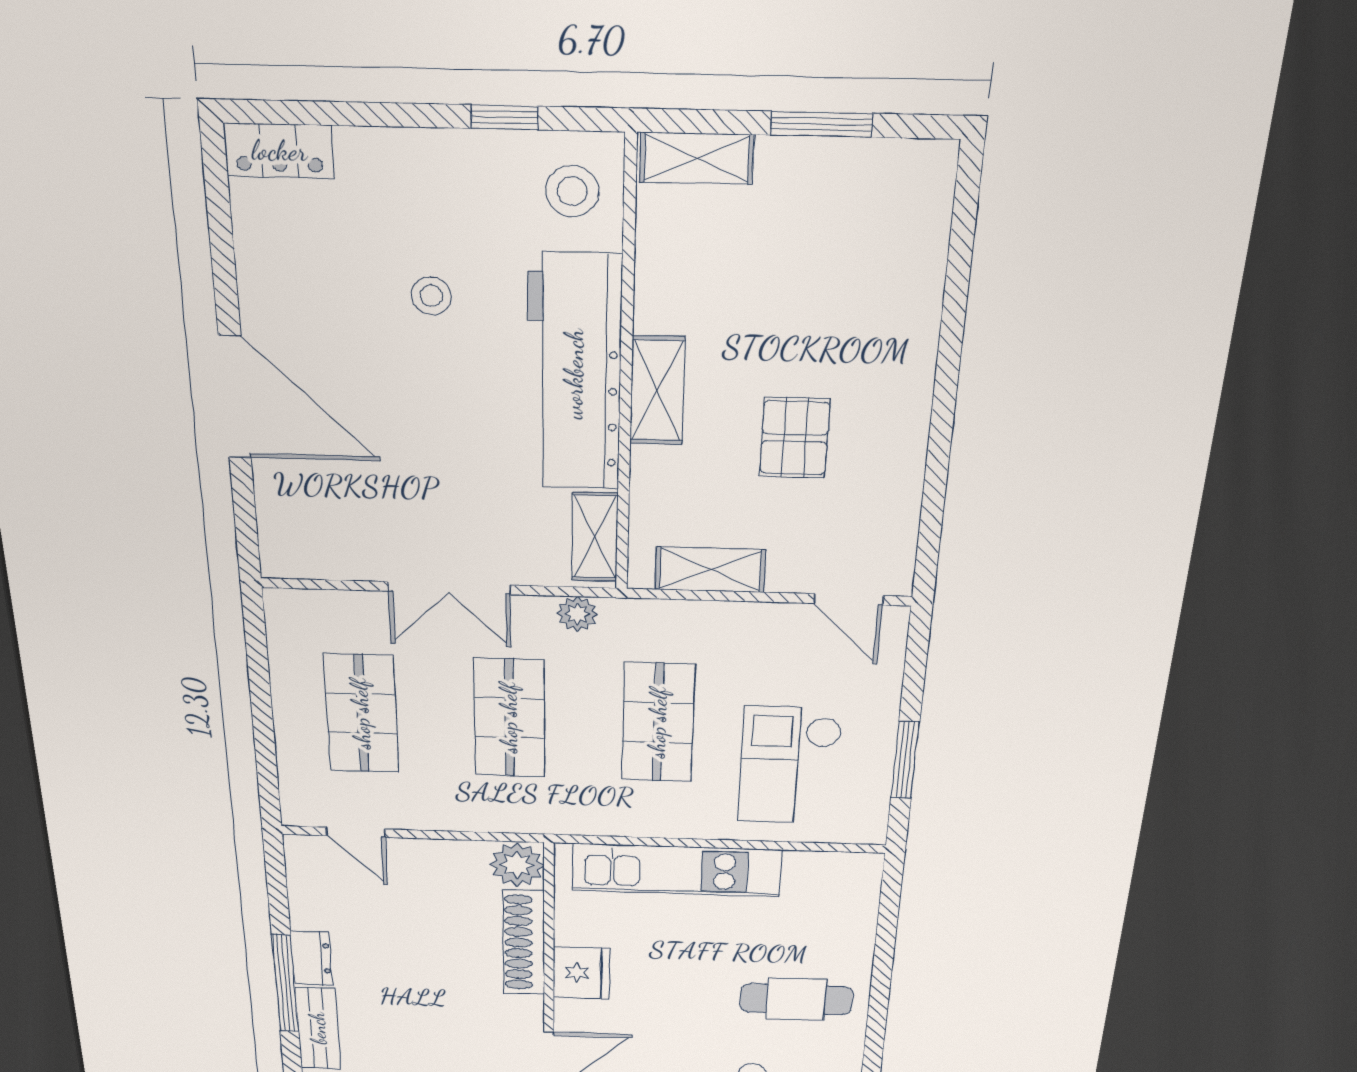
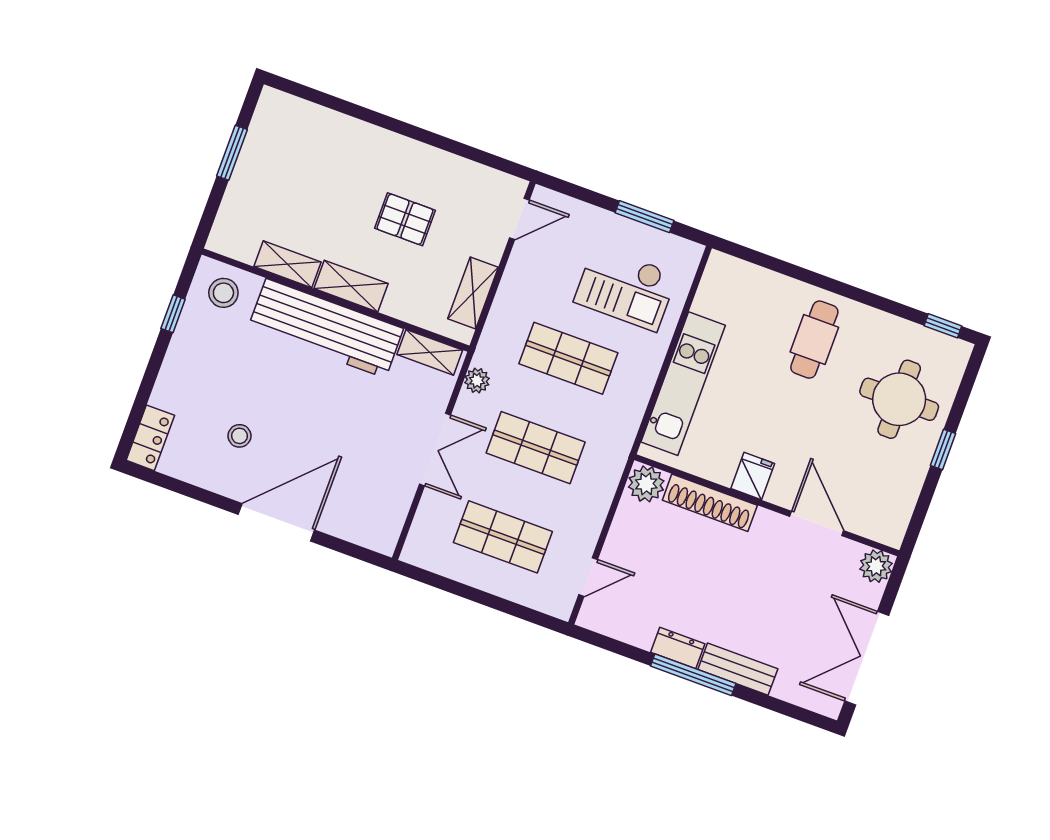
shelving: (697, 158) -> (287, 264), moved, turned 90
stool: (431, 296) -> (239, 436), moved
fridge: (581, 973) -> (753, 476), width x0.72

